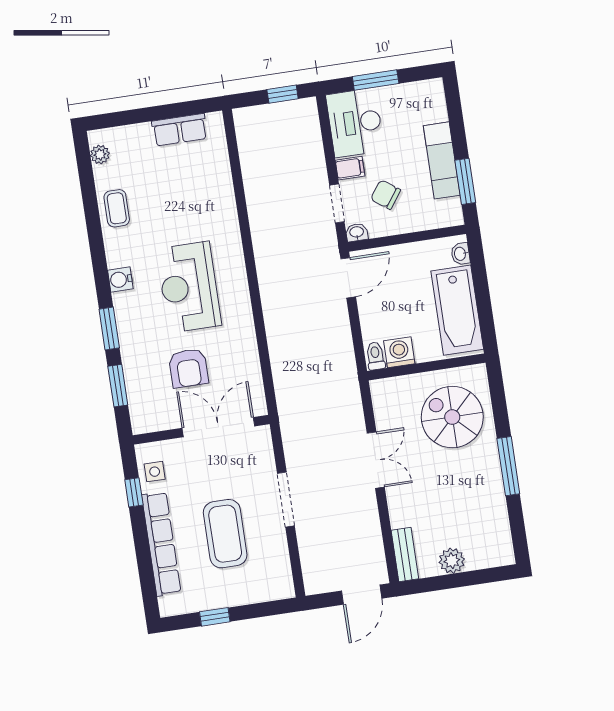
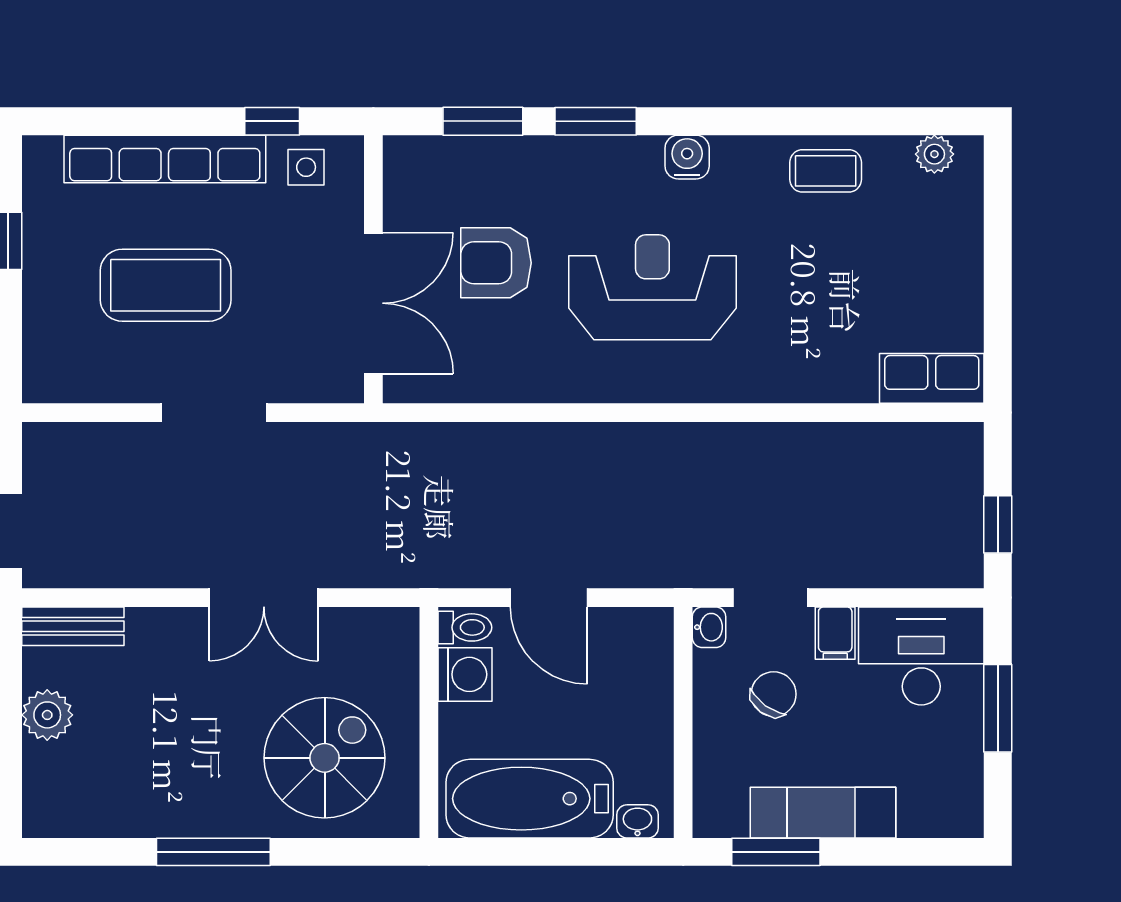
row of seats: (180, 130) -> (932, 378), moved, turned 90
door: (348, 278) -> (549, 598), moved

